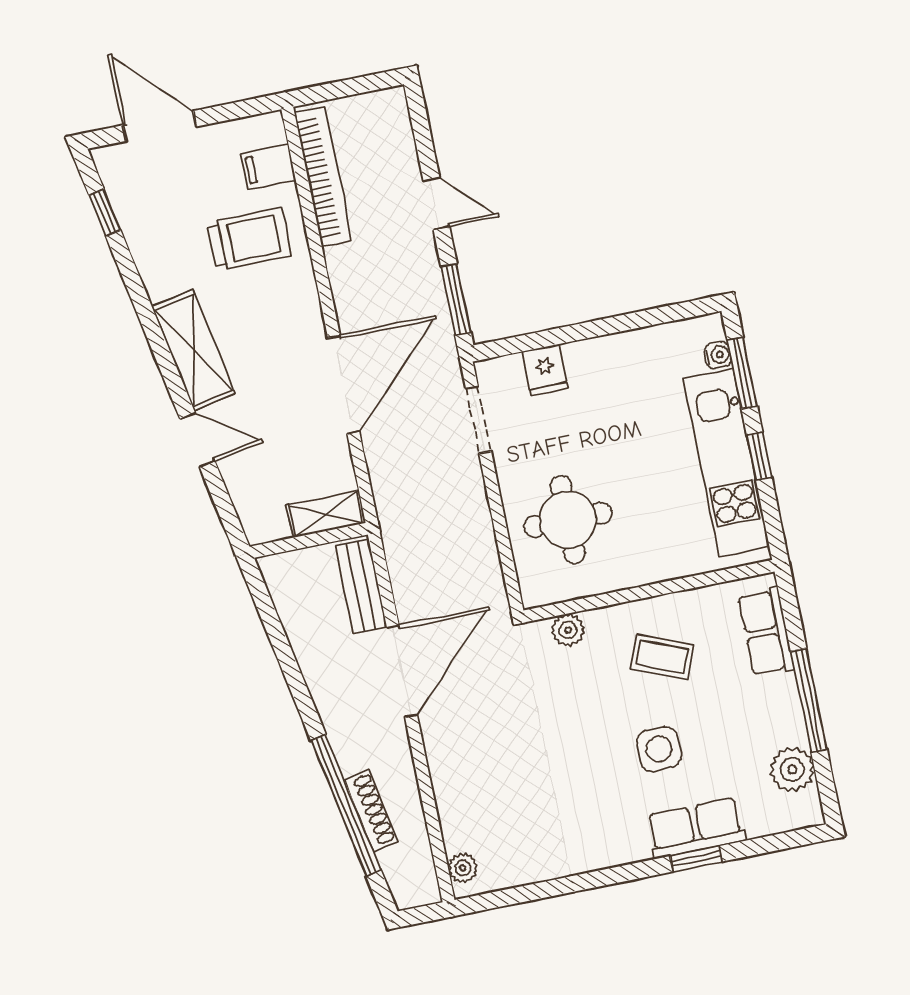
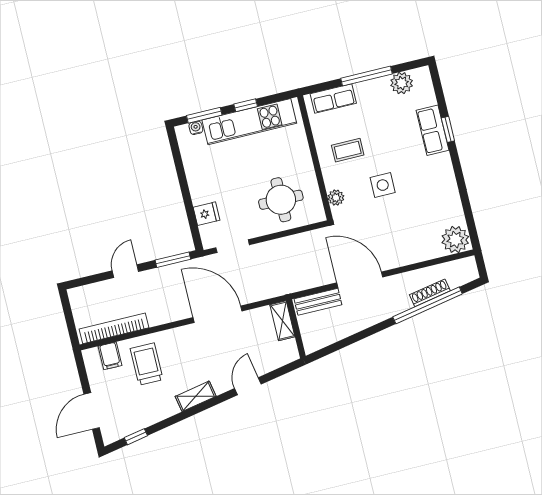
shelving: (193, 350) -> (196, 396), width x0.67, depth x0.75
coffee table: (662, 657) -> (348, 150), turned 68
side table: (659, 749) -> (383, 185), moved
plant: (463, 868) -> (455, 240), width x1.88, depth x1.88

